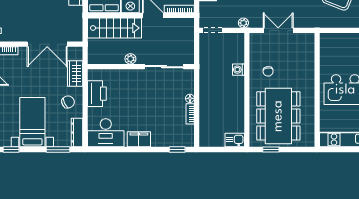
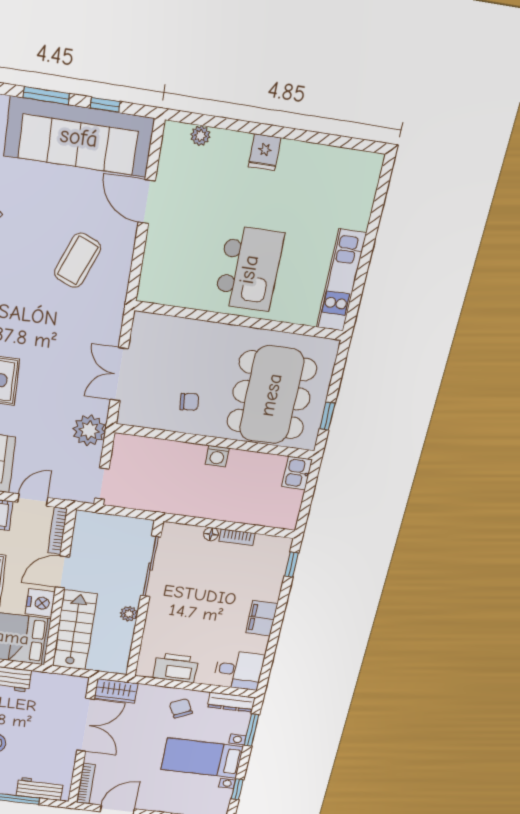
plant: (243, 23) -> (89, 430), width x1.88, depth x1.88
washing machine: (239, 70) -> (217, 456), moved
wardrobe: (75, 73) -> (116, 691), moved
dining table: (278, 116) -> (271, 395), turned 90
desk: (106, 133) -> (239, 670), width x0.73

